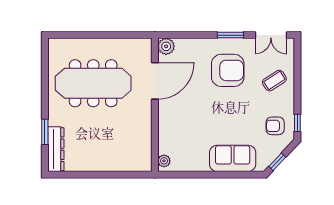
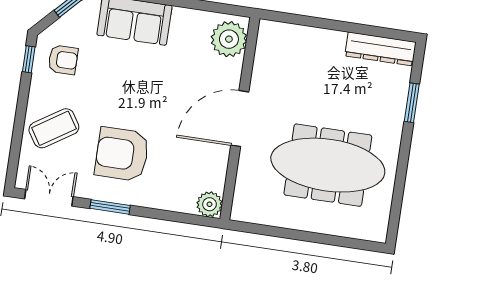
door: (155, 81) -> (240, 119), moved
coffee table: (274, 81) -> (54, 128), width x1.36, depth x1.30
dresser: (56, 149) -> (380, 49), moved, turned -90
plant: (164, 161) -> (229, 39), width x1.87, depth x1.87

